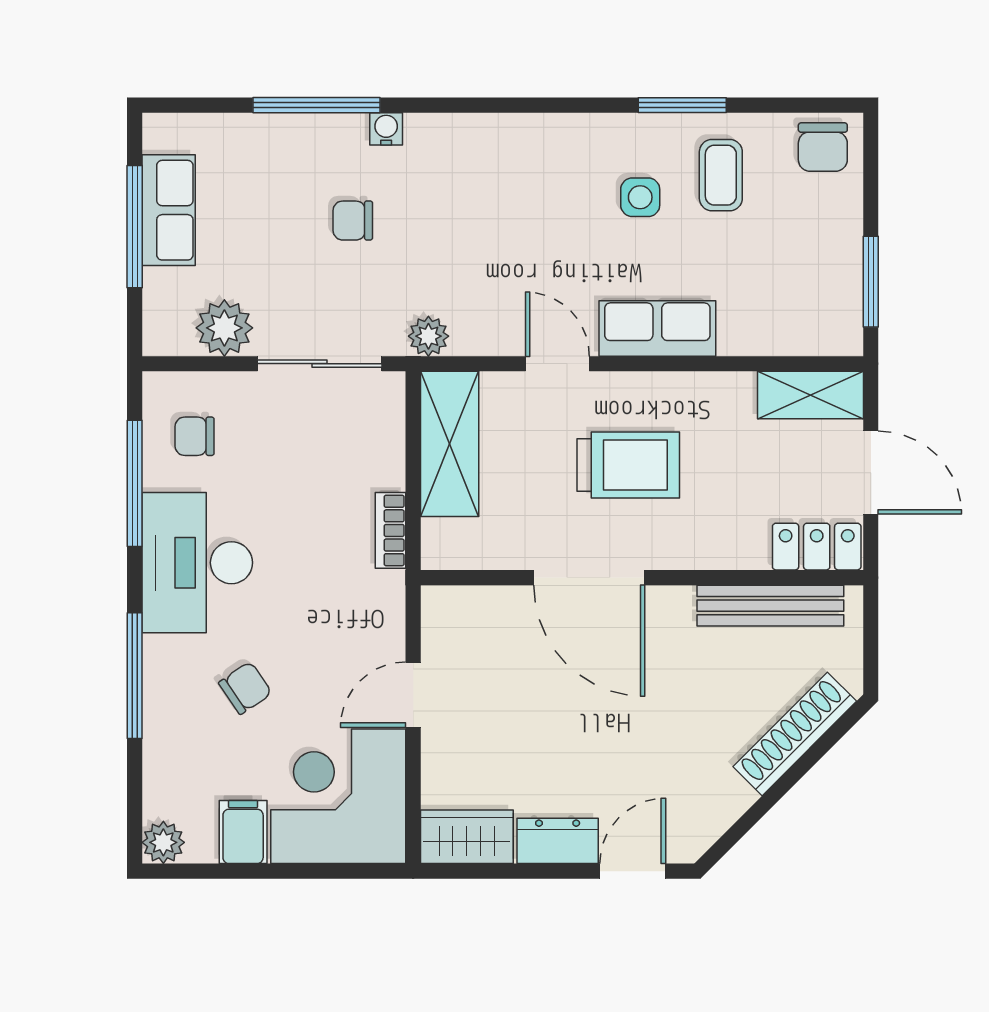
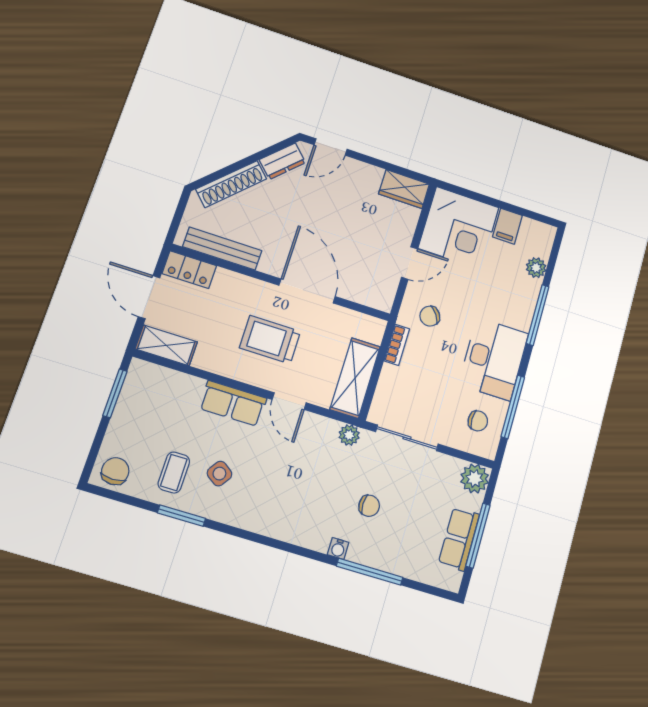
side table: (640, 197) -> (219, 474), turned 35
plant: (224, 328) -> (475, 479), moved
chair: (245, 688) -> (430, 316), moved
dresser: (558, 841) -> (282, 161), moved, turned -45
plant: (163, 842) -> (536, 268), moved

